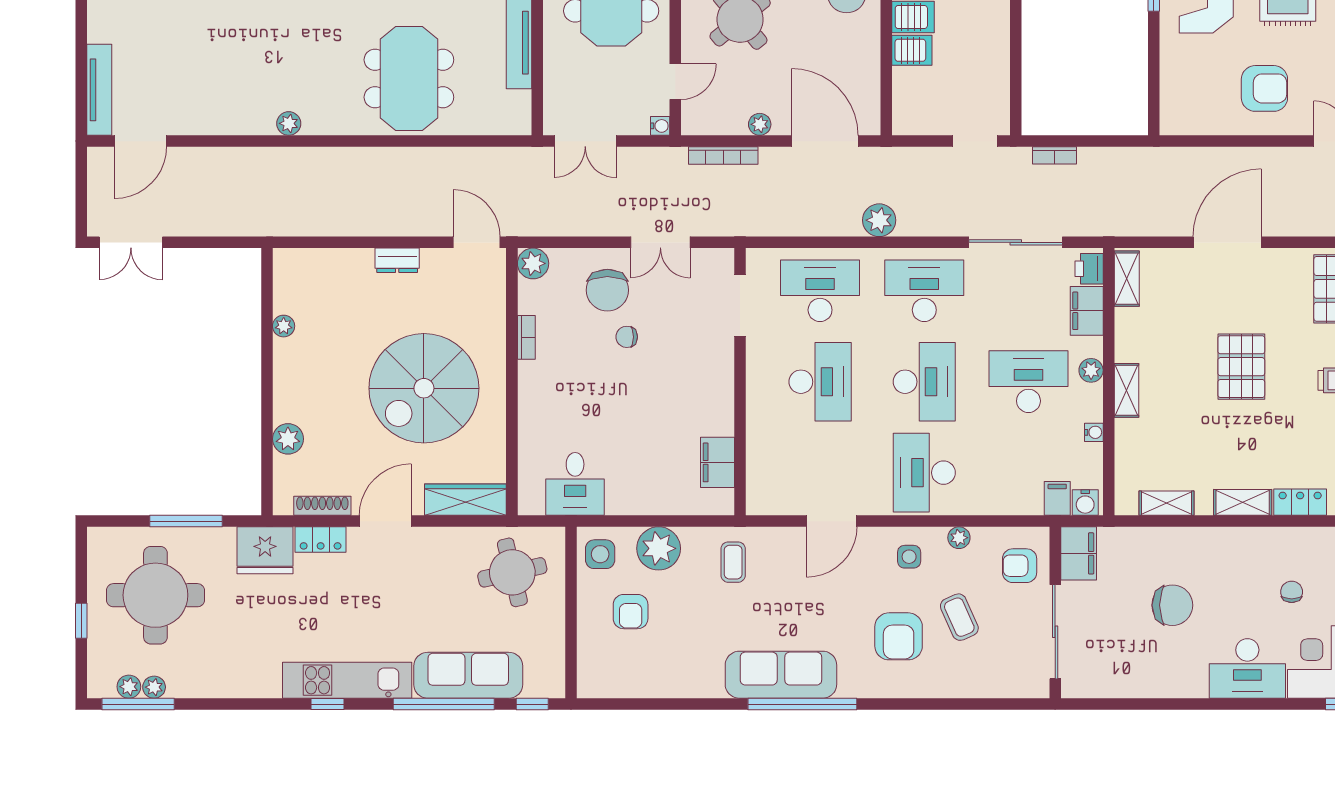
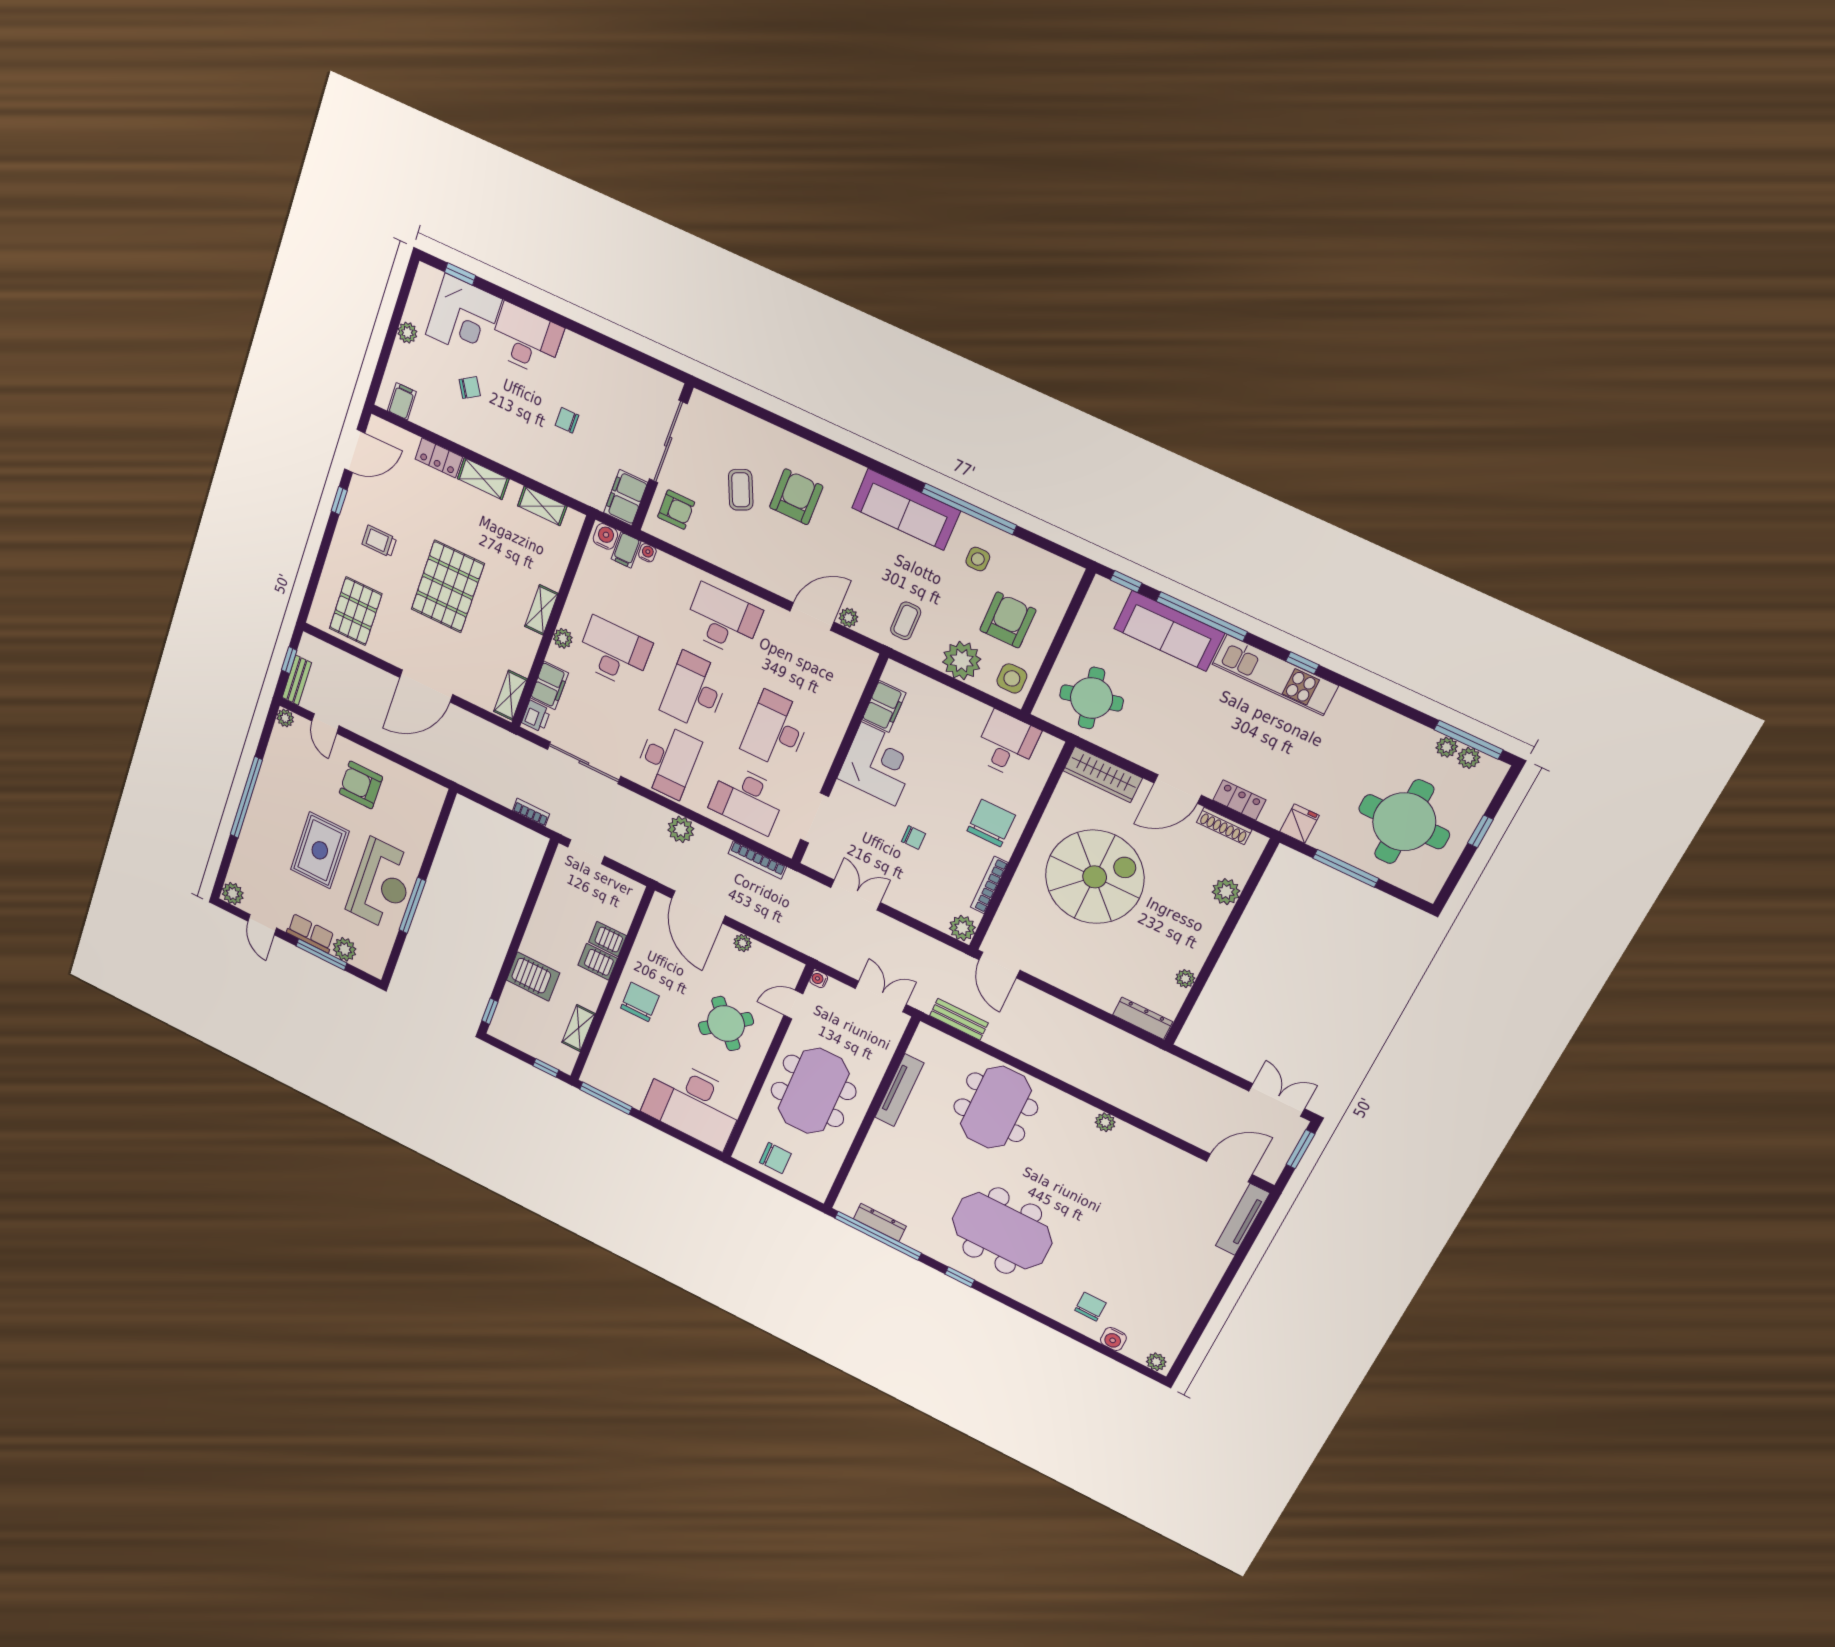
bookcase: (723, 156) -> (757, 860), moved, turned 180
bench: (492, 159) -> (959, 1019), added
window: (81, 201) -> (1301, 1149), added
dresser: (397, 260) -> (1143, 1018), moved, width x1.44
chair: (607, 290) -> (991, 823), moved
desk: (924, 291) -> (667, 760), turned -90
bookcase: (526, 337) -> (989, 885), width x1.56
pallet: (1241, 367) -> (448, 586), width x1.37, depth x1.41
desk: (1028, 382) -> (614, 653), turned 180
corner desk: (697, 398) -> (878, 764), added
water cooler: (1094, 432) -> (647, 553), moved, turned 90
desk: (924, 473) -> (723, 620), turned -90
plant: (959, 538) -> (848, 618), moved
fridge: (265, 550) -> (1299, 824), width x0.53, depth x0.75
side table: (909, 557) -> (978, 559), moved
chair: (1292, 592) -> (470, 388), turned -122
chair: (1172, 605) -> (567, 420), width x0.54, depth x0.54
armchair: (631, 612) -> (1008, 620), width x1.38, depth x1.38
window: (802, 704) -> (969, 509), moved

